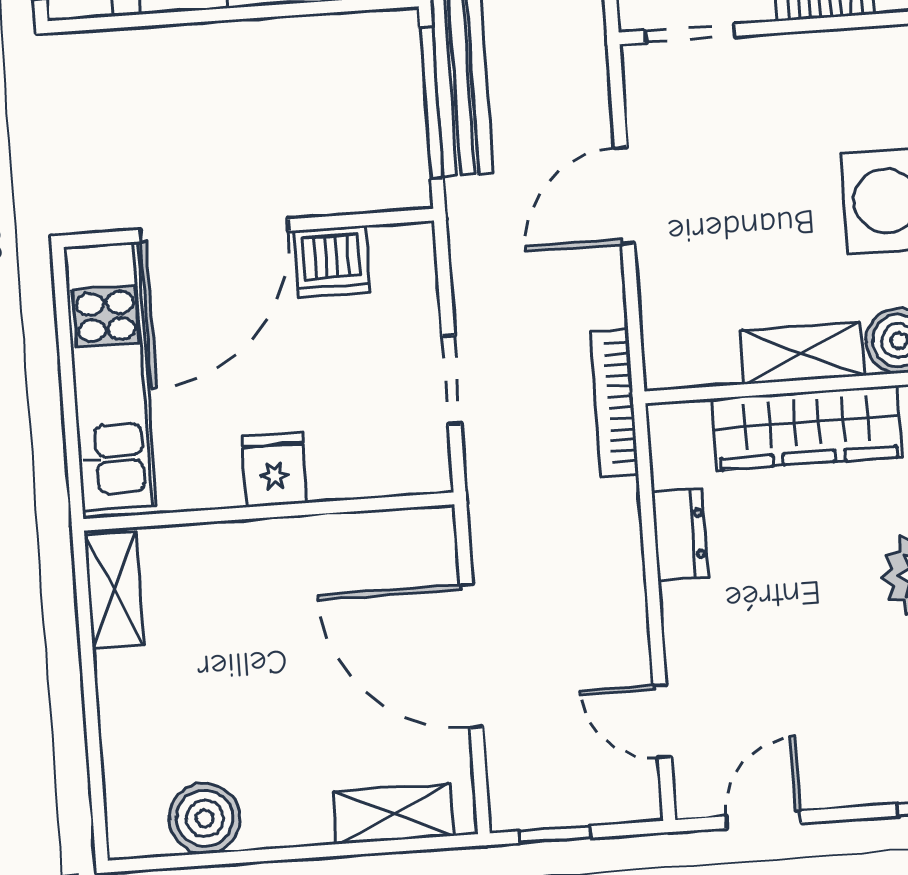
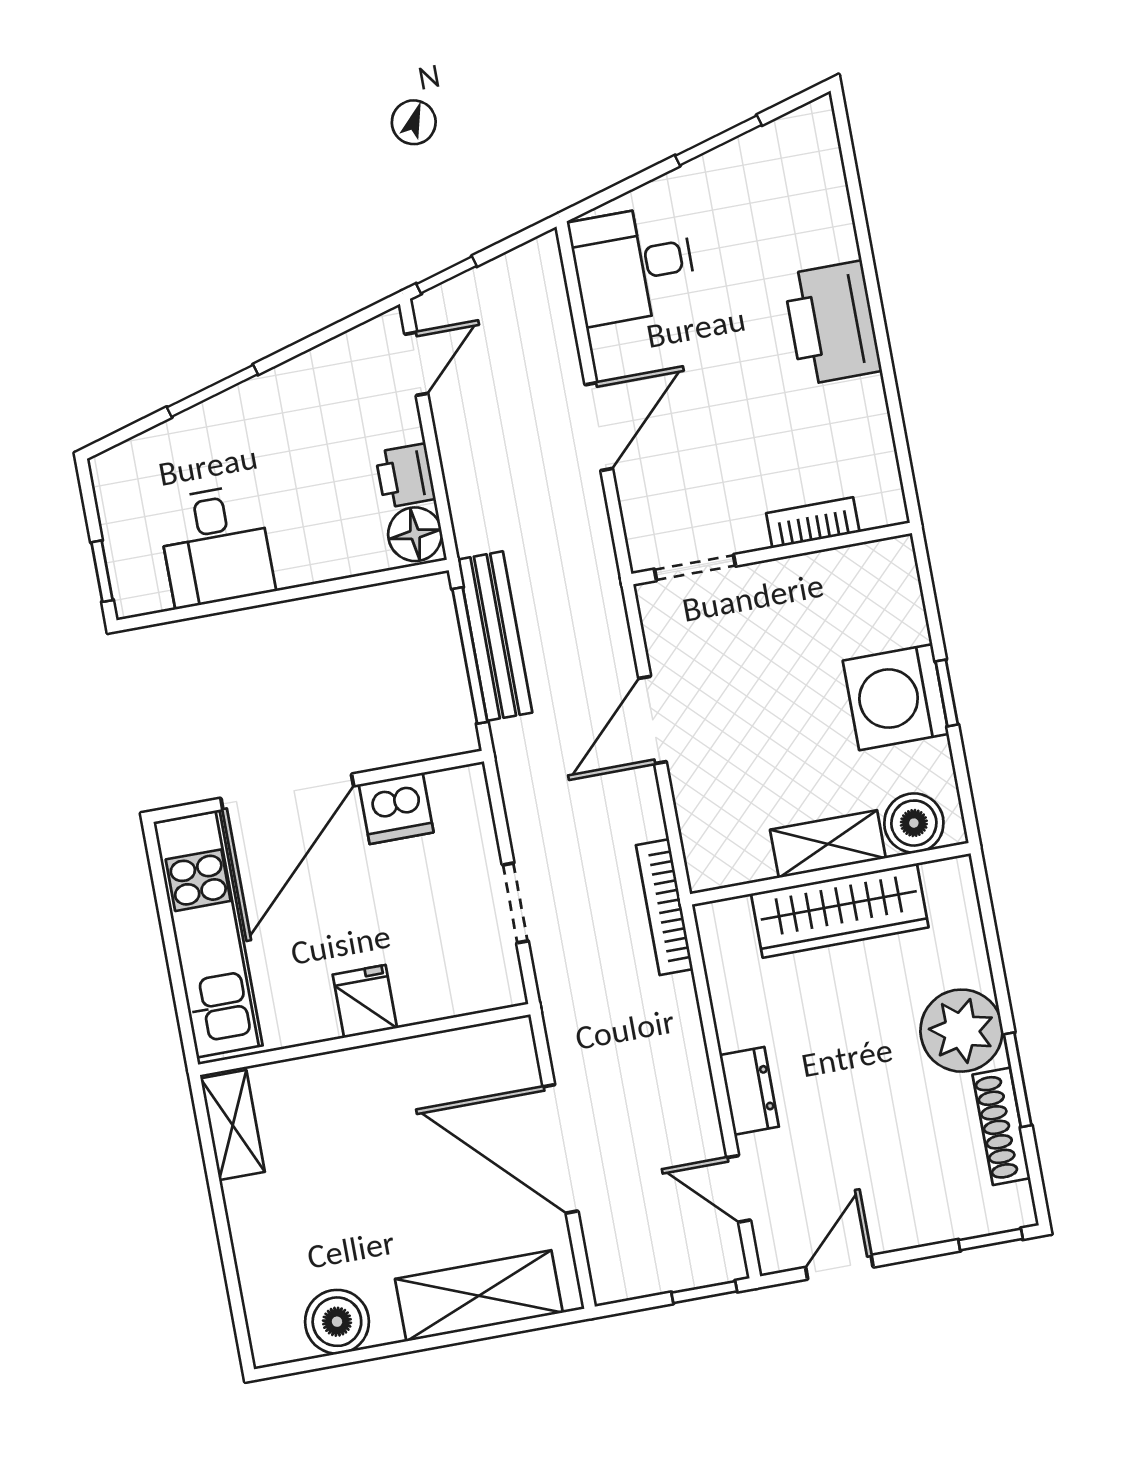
dresser: (680, 535) -> (749, 1091), moved
shelving: (394, 814) -> (479, 1296), width x1.50, depth x1.33
window: (555, 834) -> (704, 1292), moved

